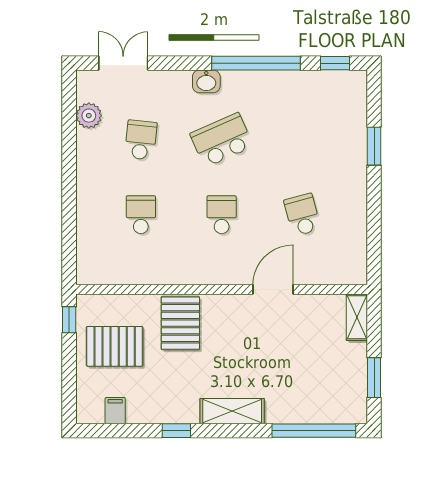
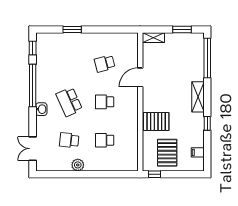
plant: (89, 116) -> (78, 165), moved
door: (273, 289) -> (140, 77), hinge flipped

